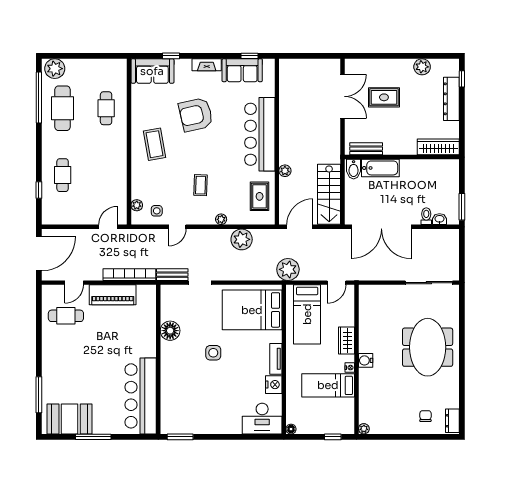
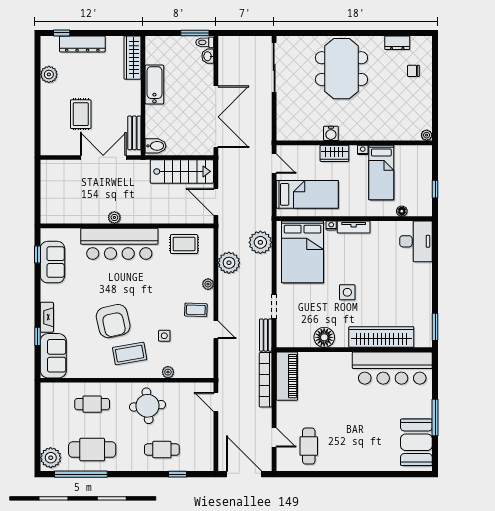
fireplace: (207, 65) -> (47, 317), moved
double door: (342, 96) -> (103, 157), moved
armchair: (196, 115) -> (113, 321), moved
round table: (104, 161) -> (148, 406), added
bathtub: (380, 168) -> (154, 85), moved
plant: (285, 171) -> (114, 217), moved
coffee table: (201, 185) -> (196, 310), moved
plant: (137, 205) -> (168, 372), moved
side table: (157, 211) -> (164, 336), moved
toilet: (426, 216) -> (205, 42), moved
plant: (288, 269) -> (260, 242), moved
piano: (113, 295) -> (287, 376), moved
meeting table: (428, 347) -> (341, 69), turned 90
water cooler: (366, 360) -> (331, 133), moved
wardrobe: (170, 385) -> (381, 337), added
nightstand: (274, 385) -> (331, 225), moved, width x0.53, depth x0.56
window: (39, 395) -> (391, 474), removed
dresser: (452, 421) -> (397, 43), moved
floor lamp: (291, 429) -> (402, 211), moved
window: (333, 437) -> (435, 189), moved

